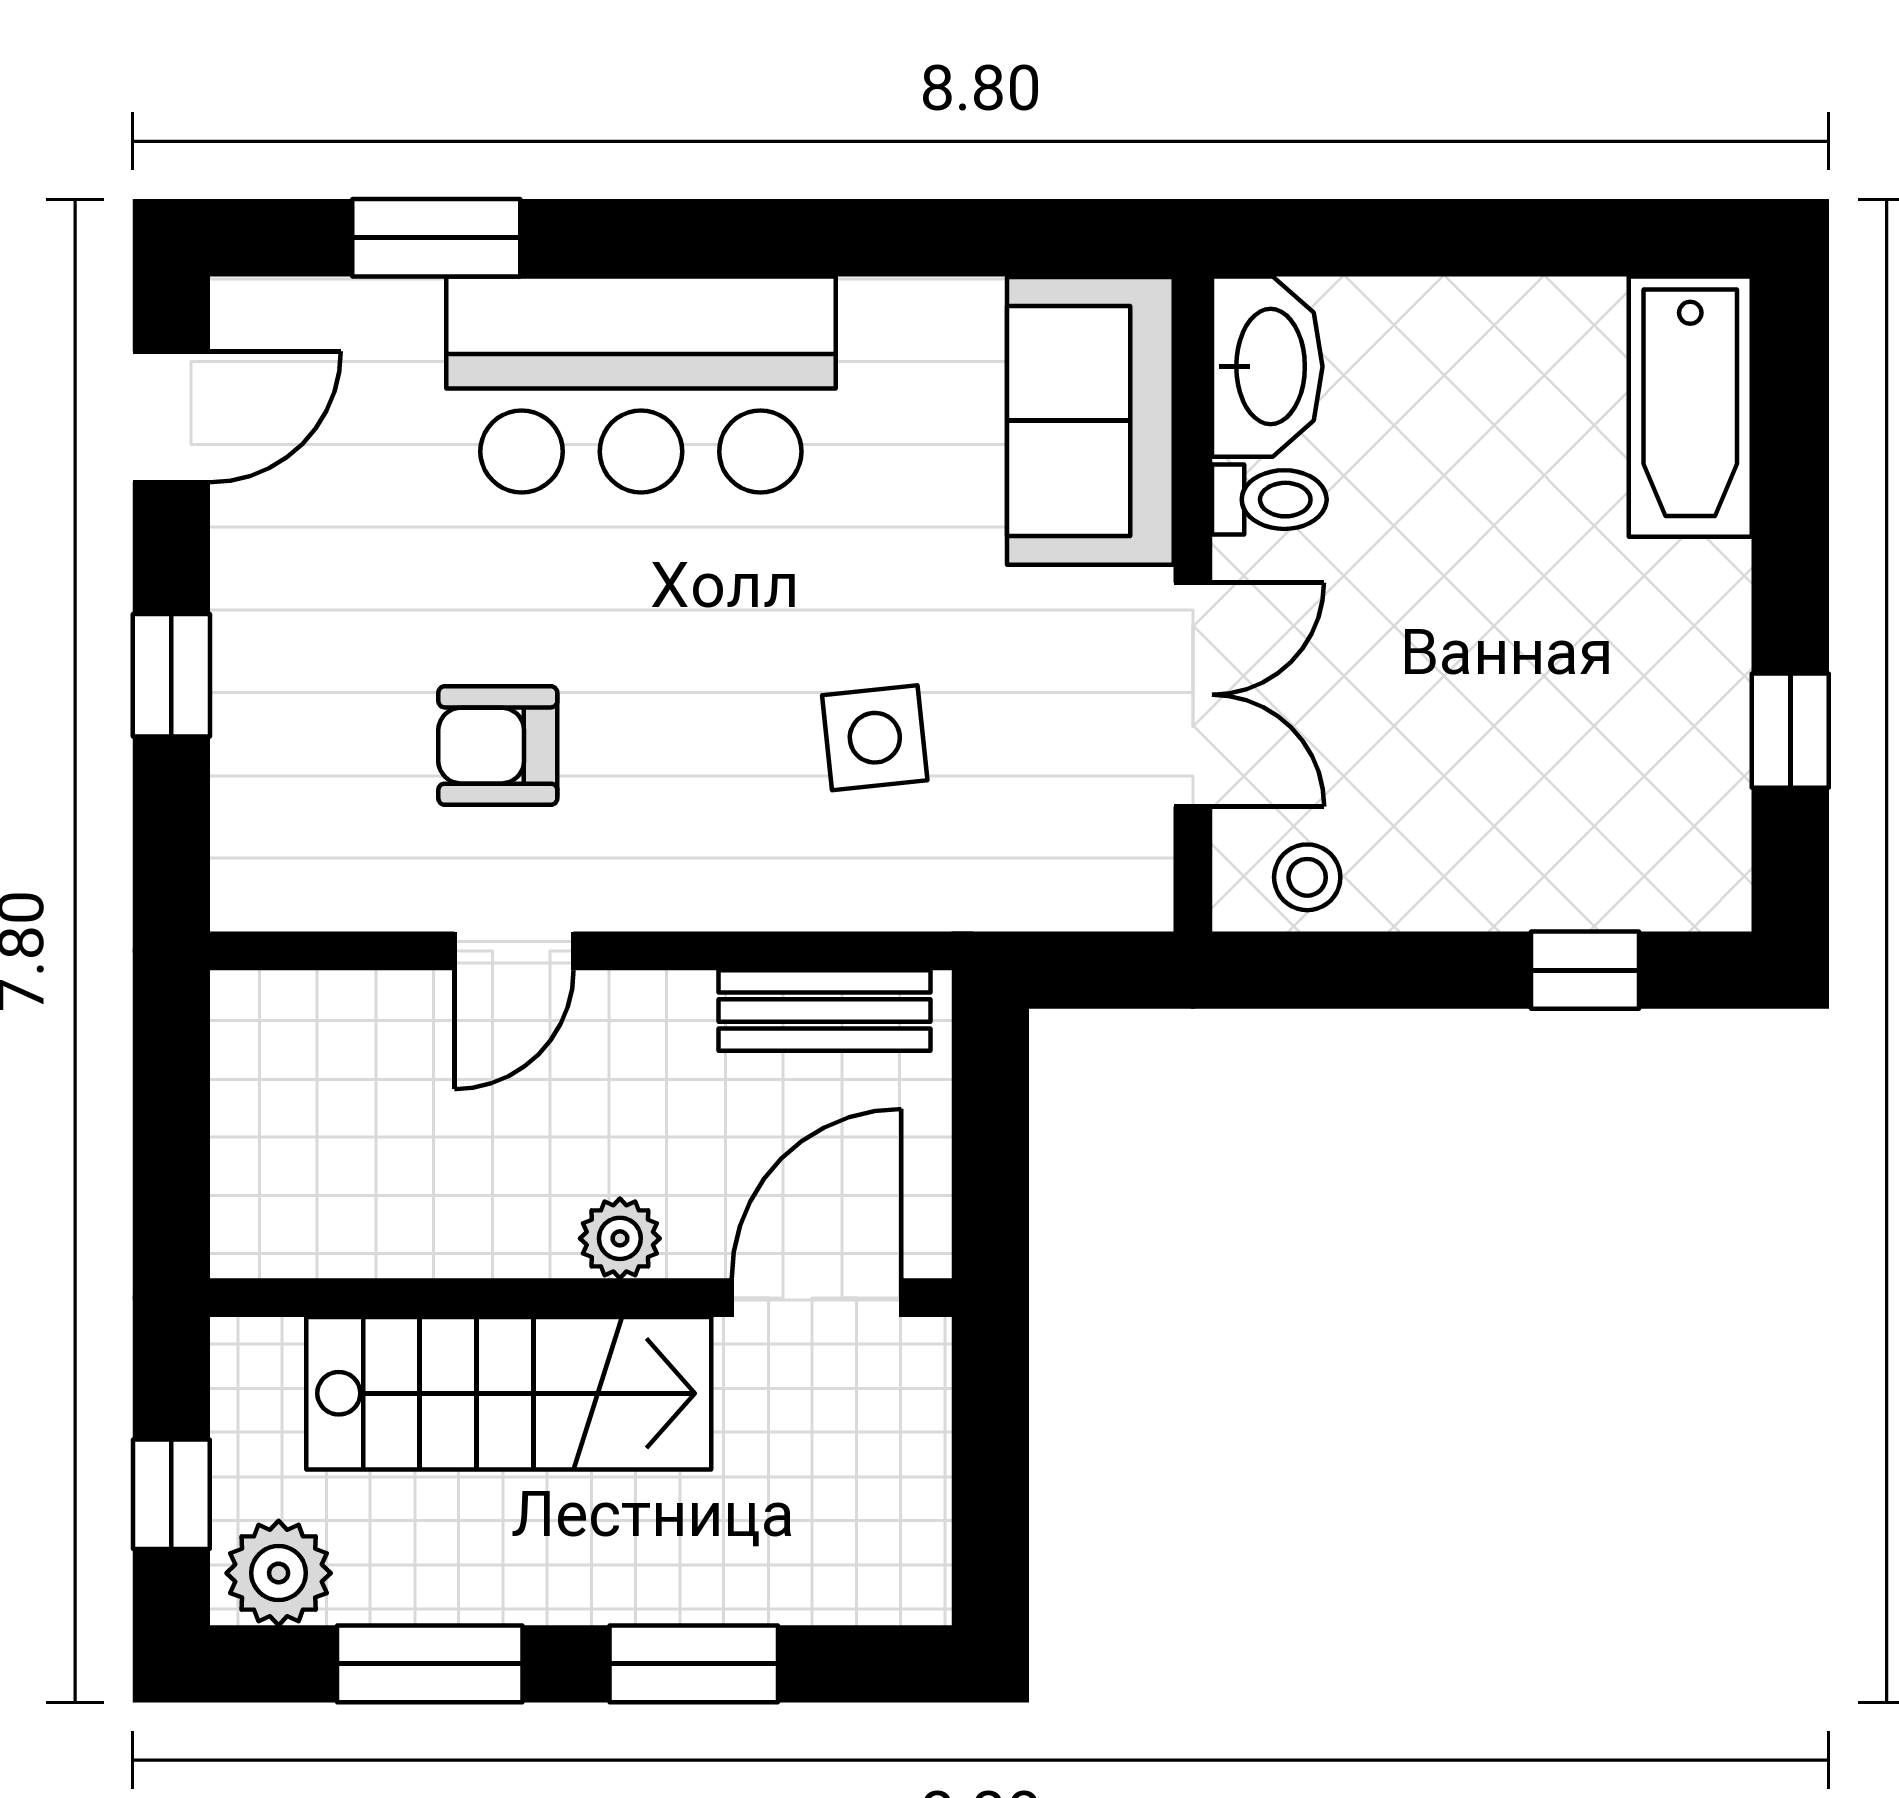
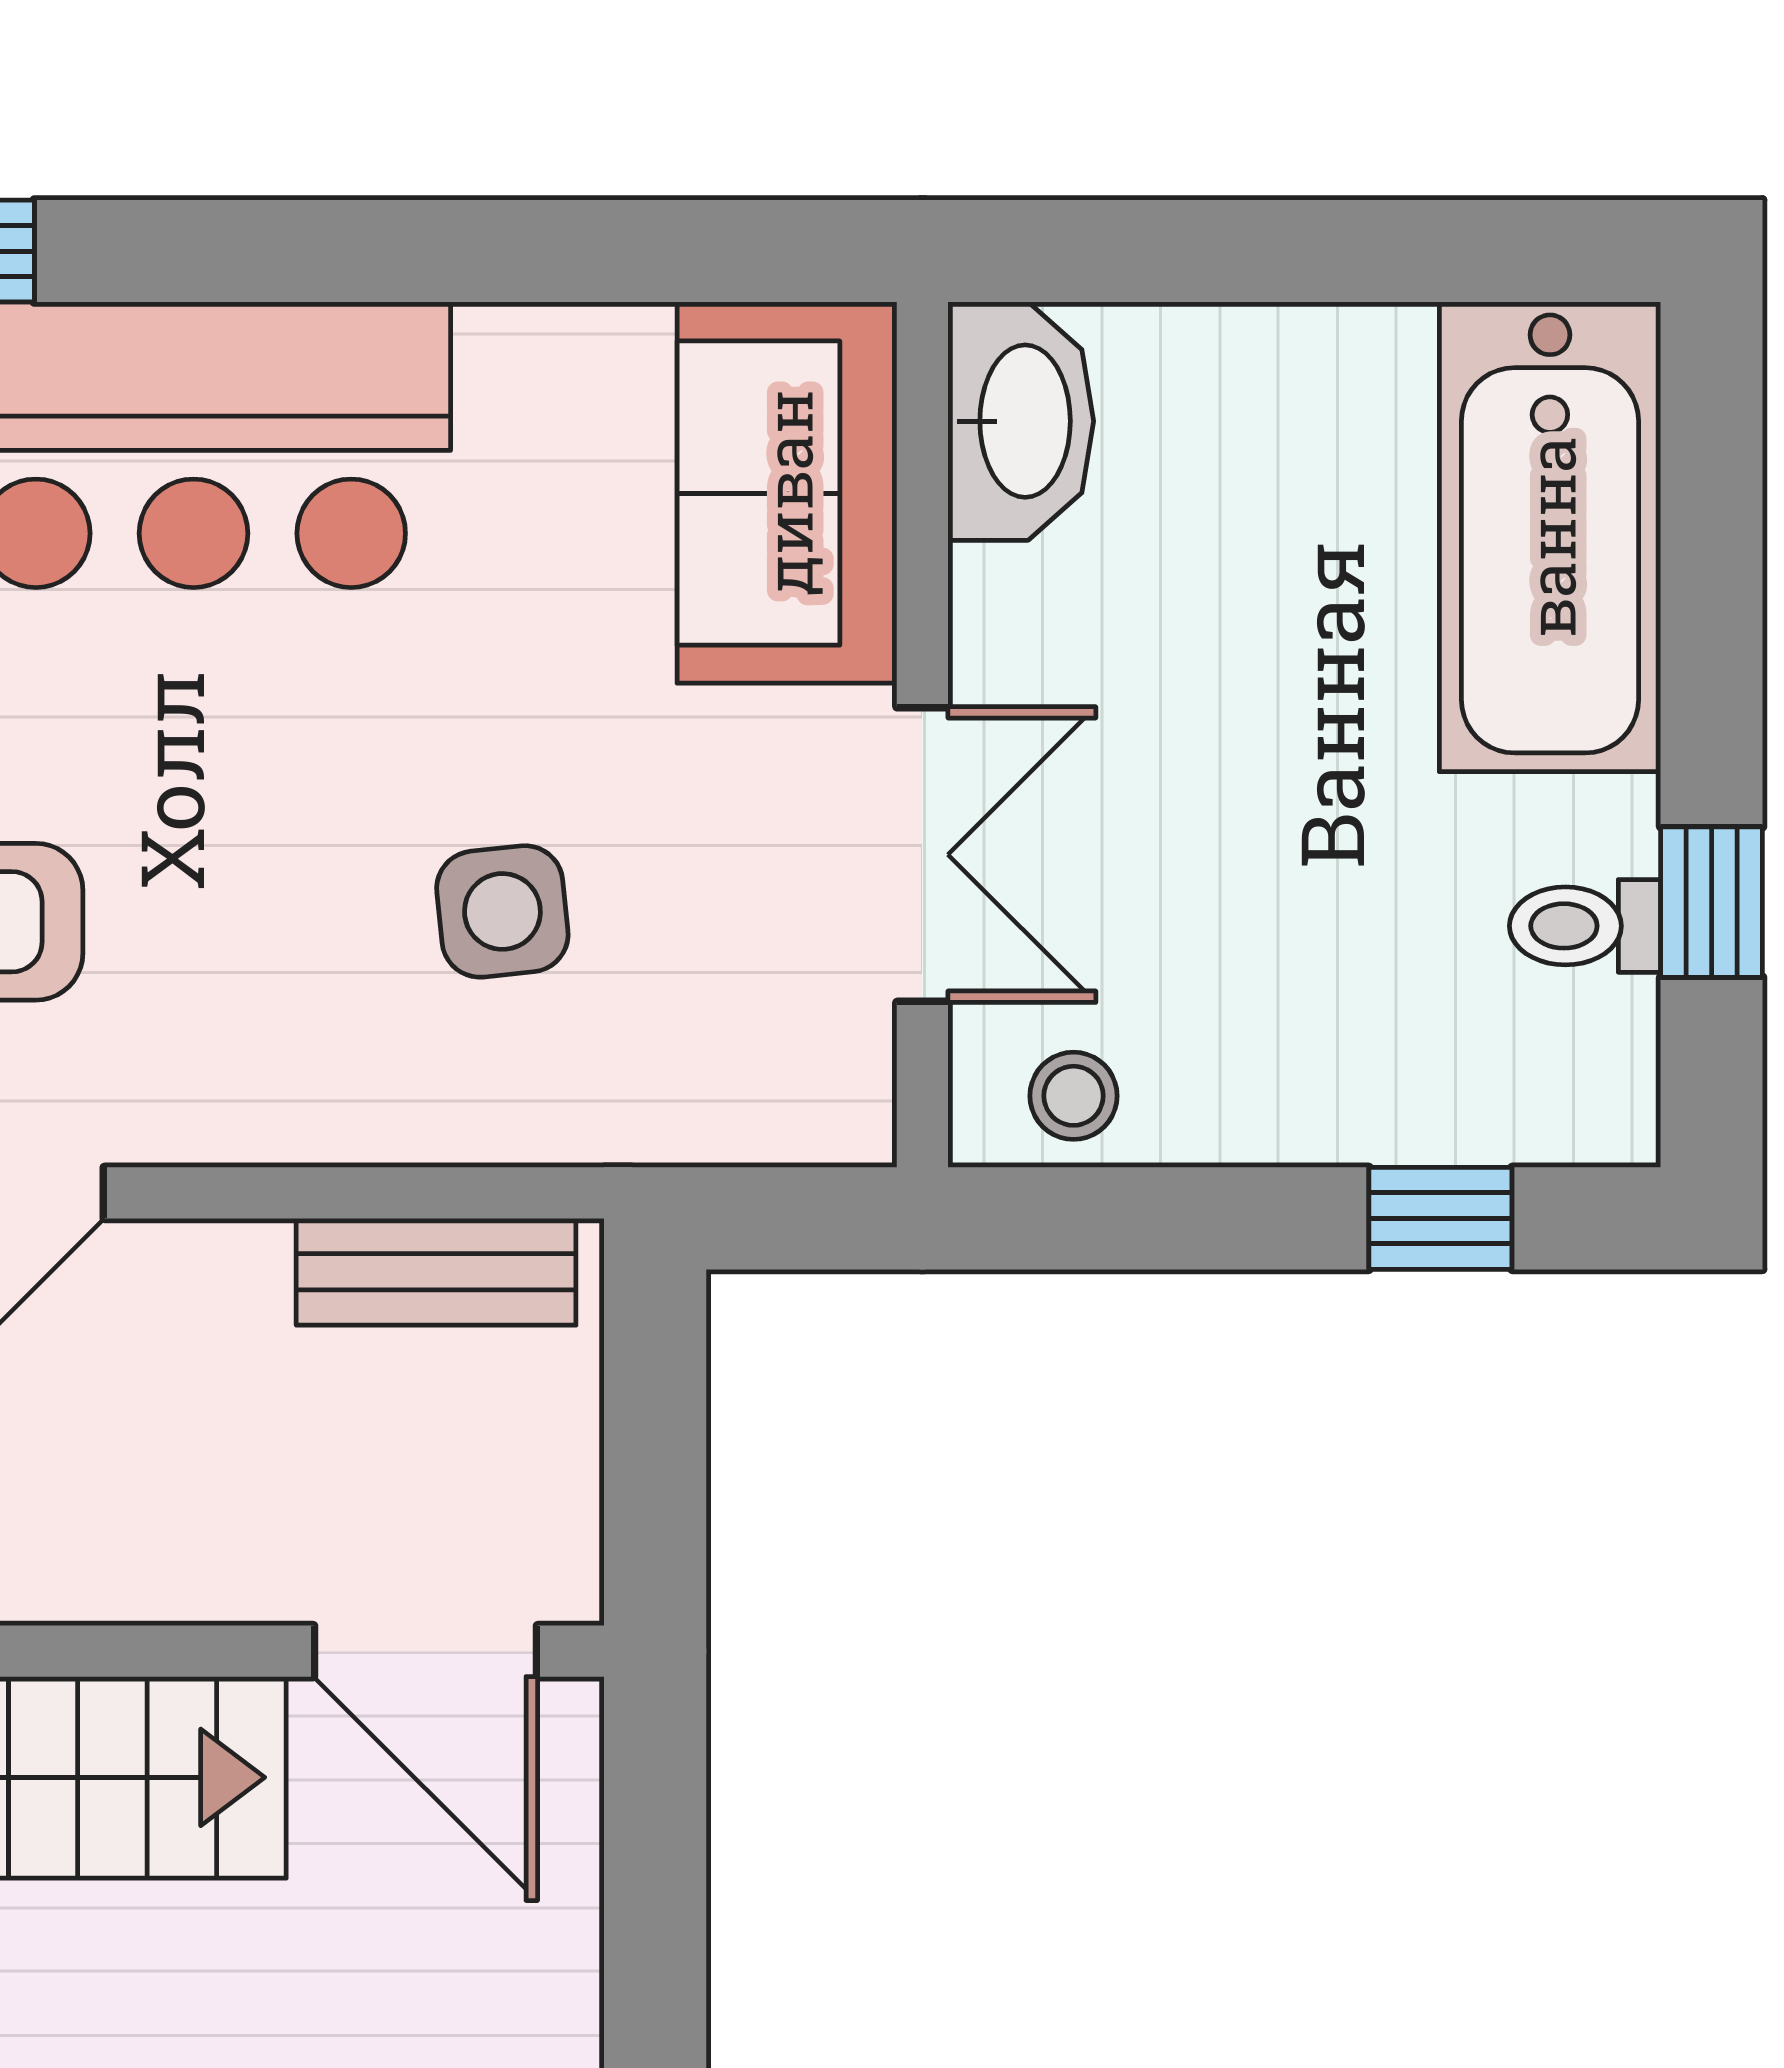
bathtub: (1690, 407) -> (1550, 537), width x1.36, depth x1.36
toilet: (1269, 500) -> (1585, 926), moved, turned 180
plant: (620, 1238) -> (166, 1573), removed
door: (817, 1298) -> (425, 1651), swing flipped

